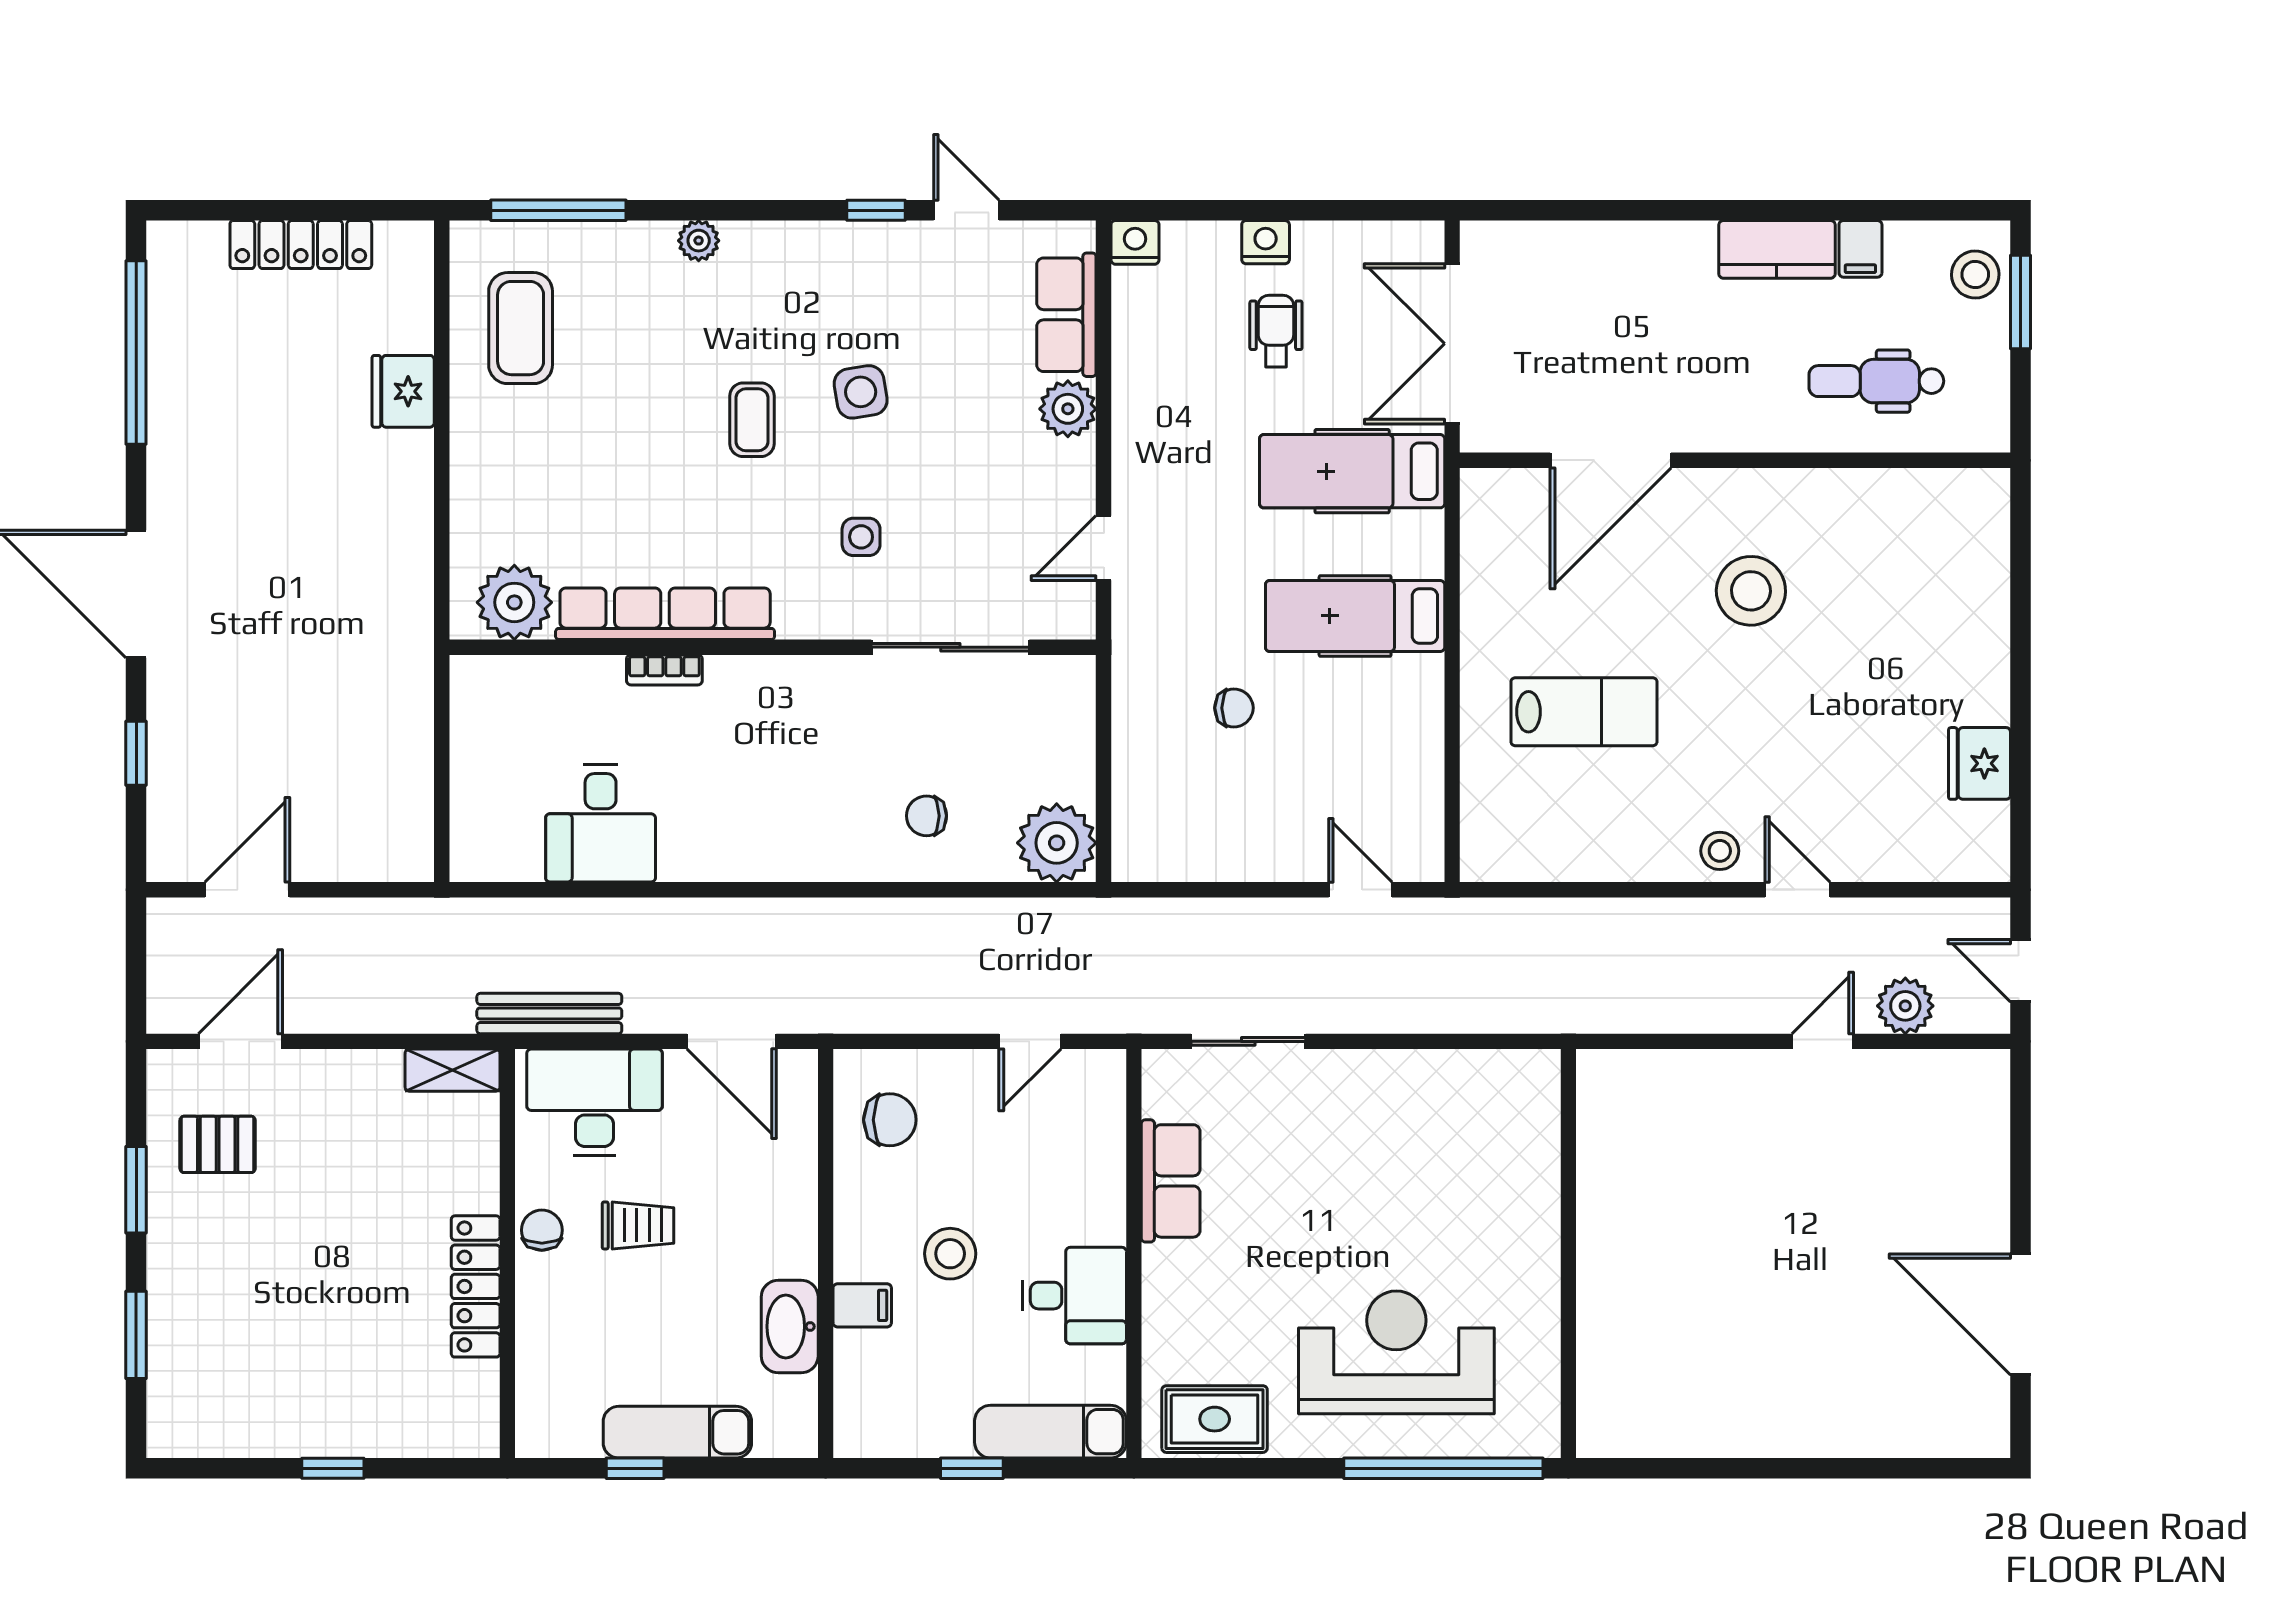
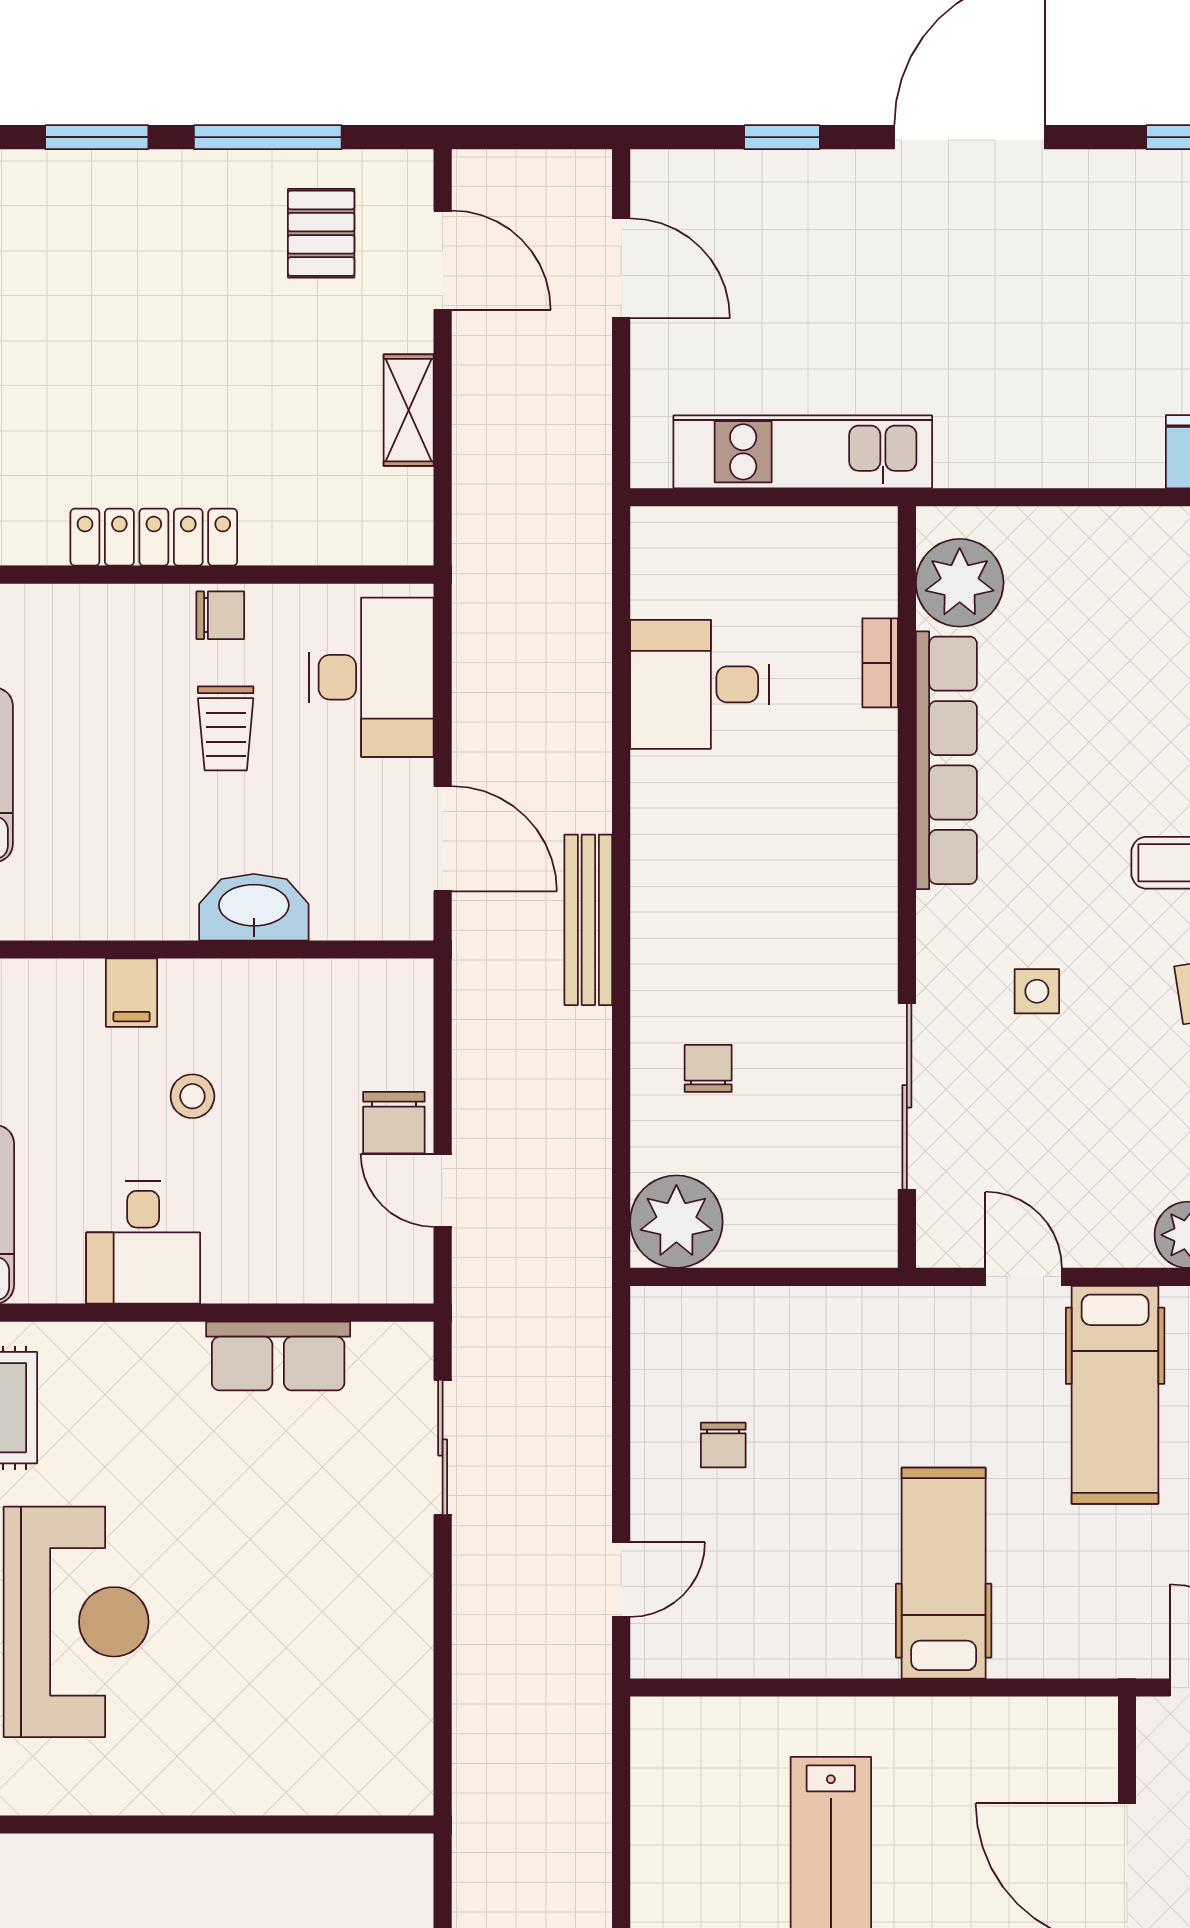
hospital bed: (1352, 471) -> (1115, 1395), moved, turned 180
bookcase: (664, 670) -> (880, 663), moved
chair: (1234, 708) -> (723, 1445), moved
kitchen unit: (403, 736) -> (803, 452), added
bench: (549, 1013) -> (588, 920), moved
door: (732, 1041) -> (443, 839), swing flipped
shelving: (452, 1070) -> (409, 410), moved
chair: (890, 1120) -> (394, 1123), moved
window: (136, 1190) -> (268, 137), width x1.44
stool: (950, 1254) -> (192, 1096), width x0.73, depth x0.73
washbasin: (790, 1326) -> (254, 907), moved

